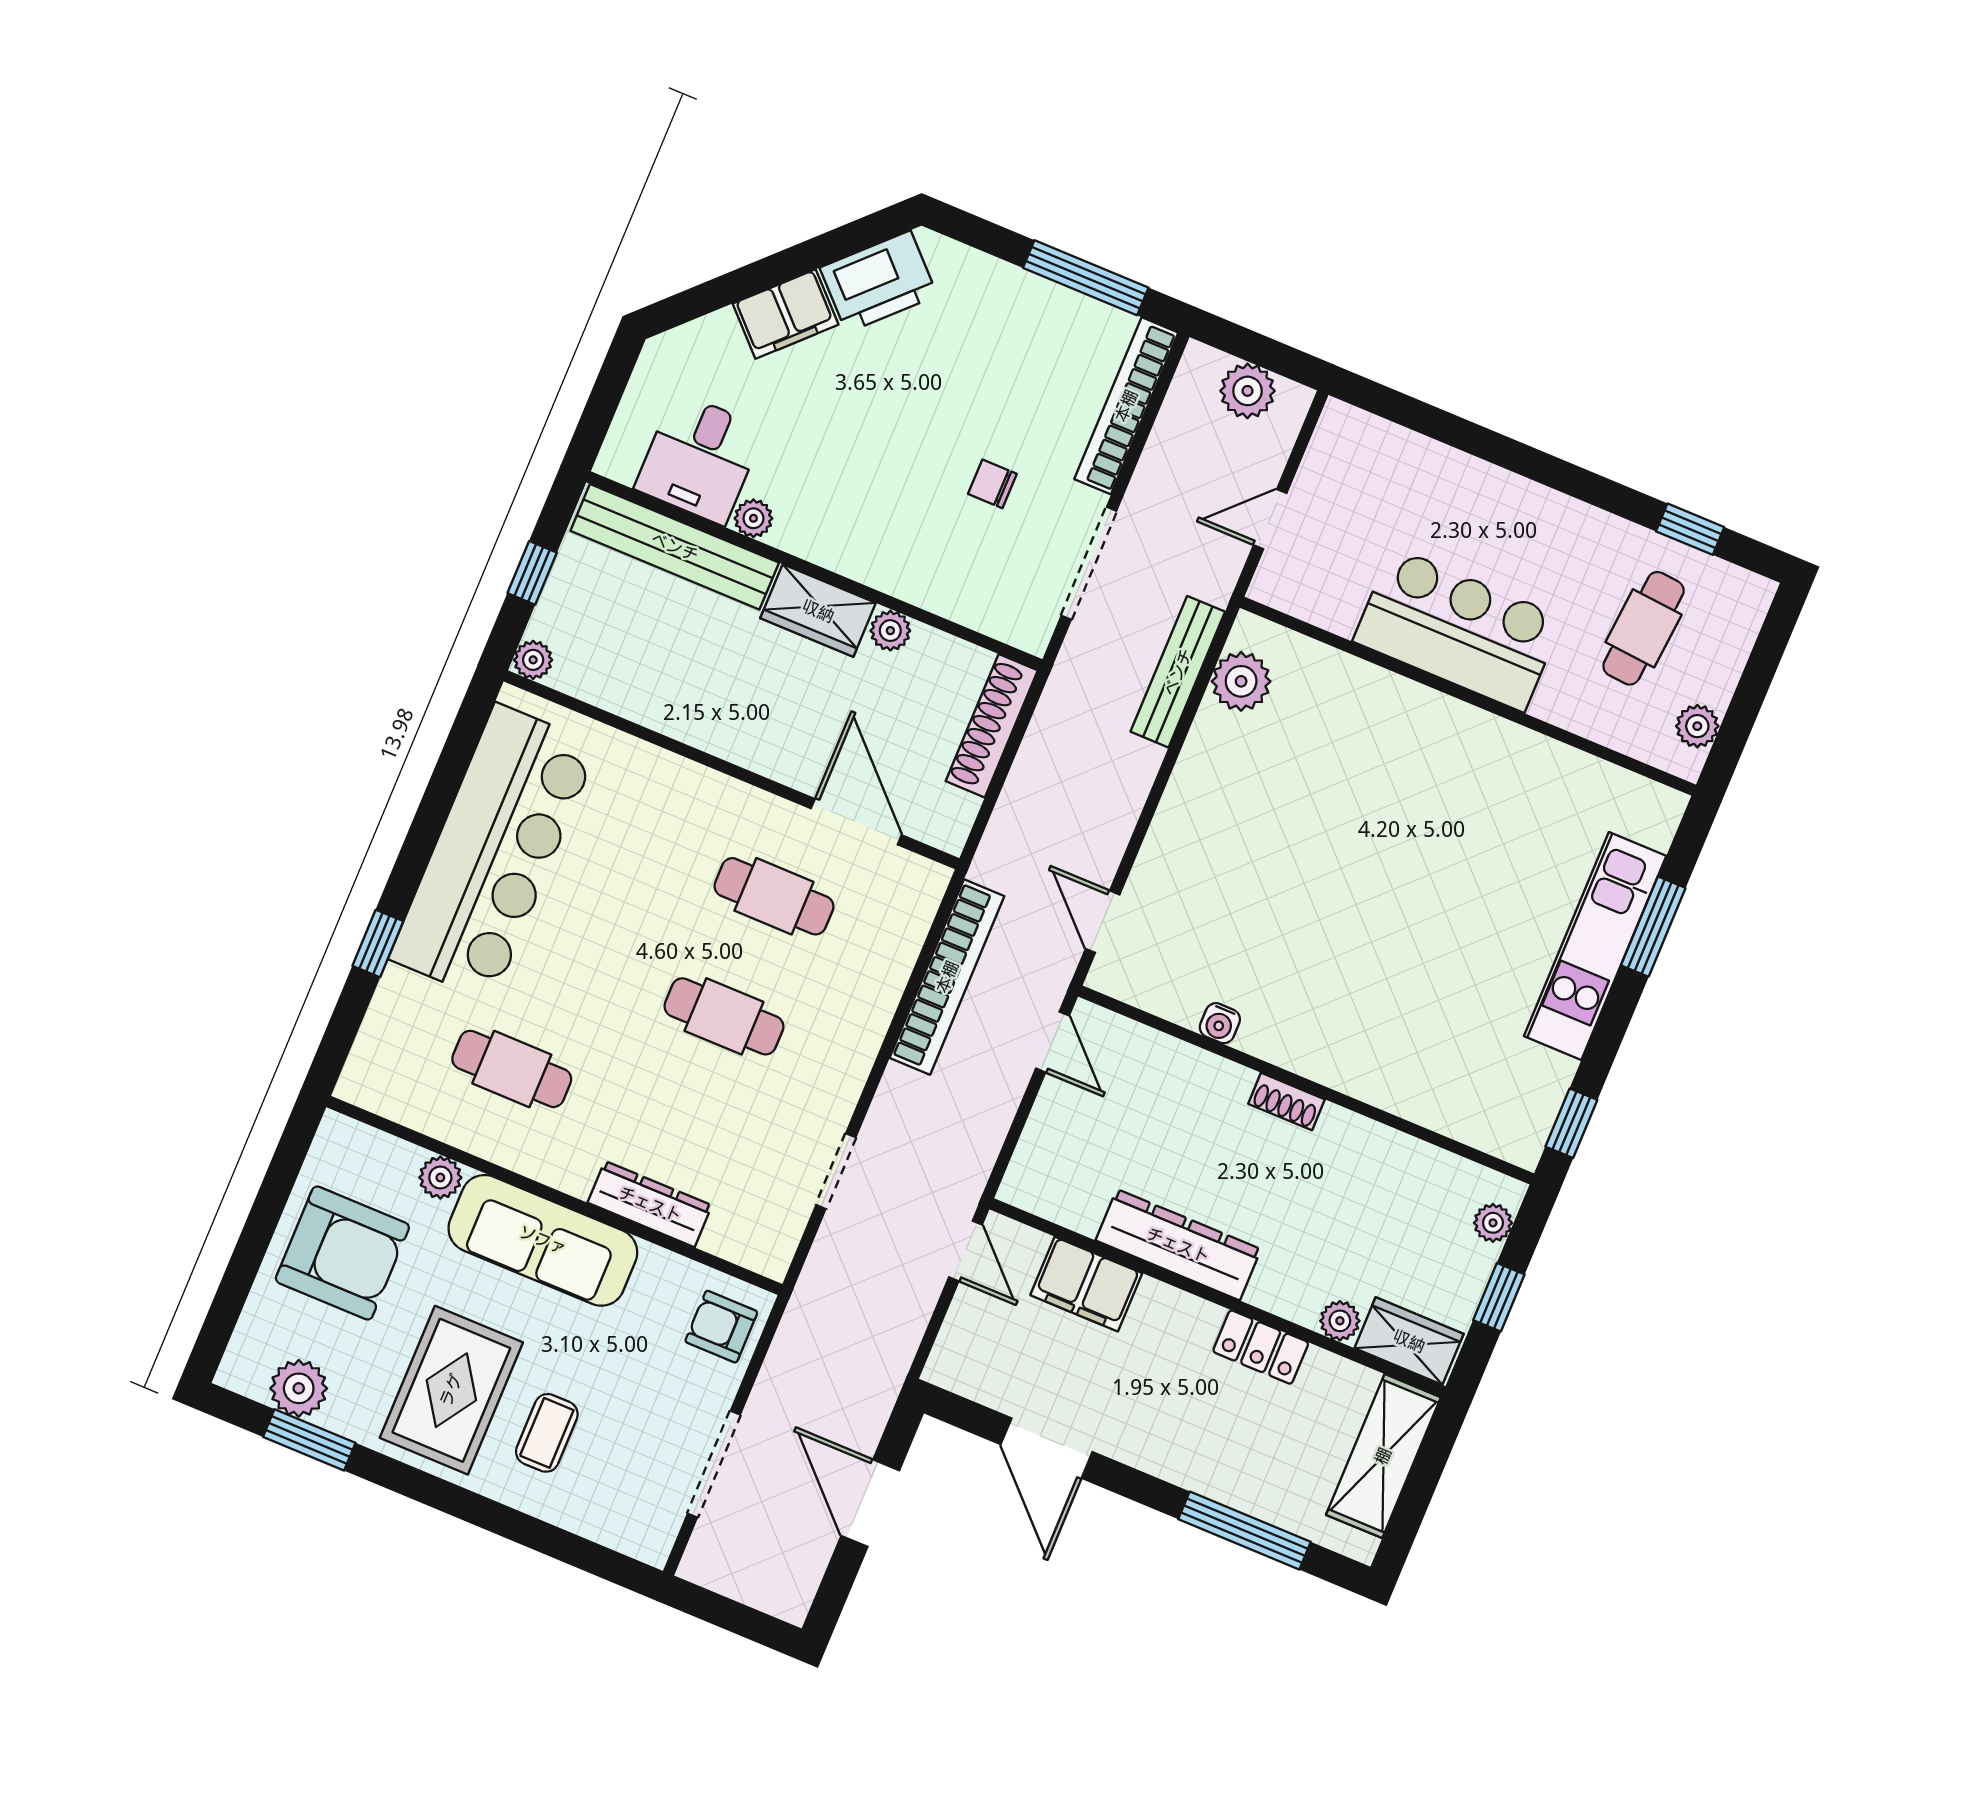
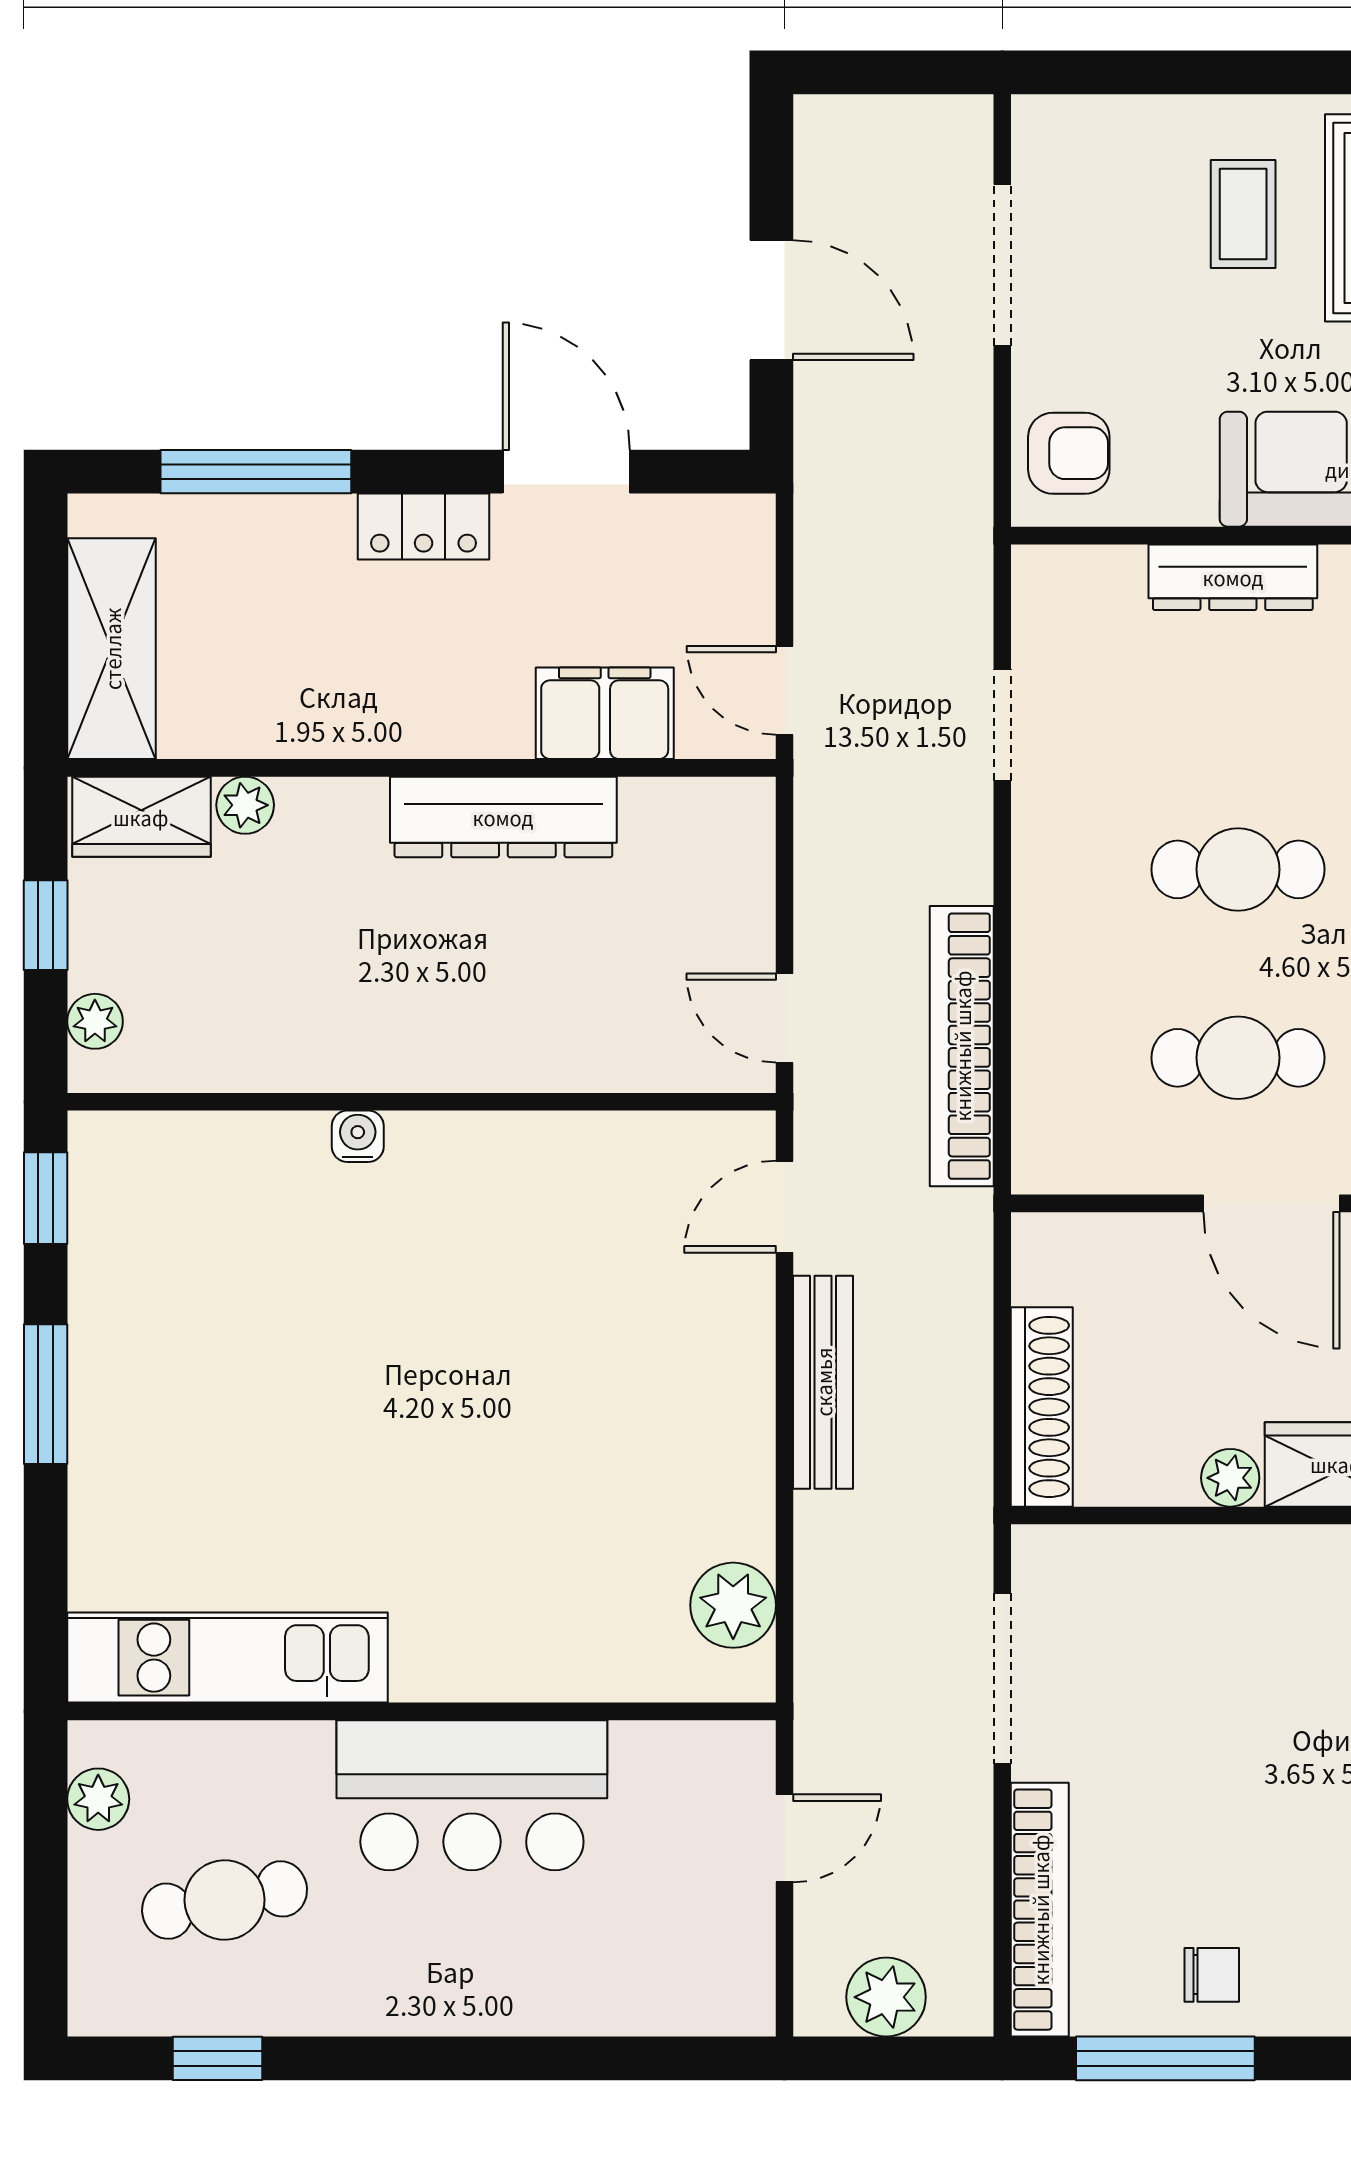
chair: (992, 484) -> (1212, 1975), moved
cafe table: (1644, 628) -> (225, 1900), turned 74
bench: (1178, 672) -> (823, 1382), moved
door: (856, 822) -> (1271, 1203), moved
door: (1103, 922) -> (785, 1207), swing flipped
window: (1653, 927) -> (46, 1394), moved
kitchen unit: (1595, 946) -> (228, 1658), moved, turned -90
water cooler: (1220, 1023) -> (358, 1136), moved
shoe rack: (1286, 1102) -> (439, 1069), removed
locker: (1261, 1347) -> (424, 527), moved, turned 180

